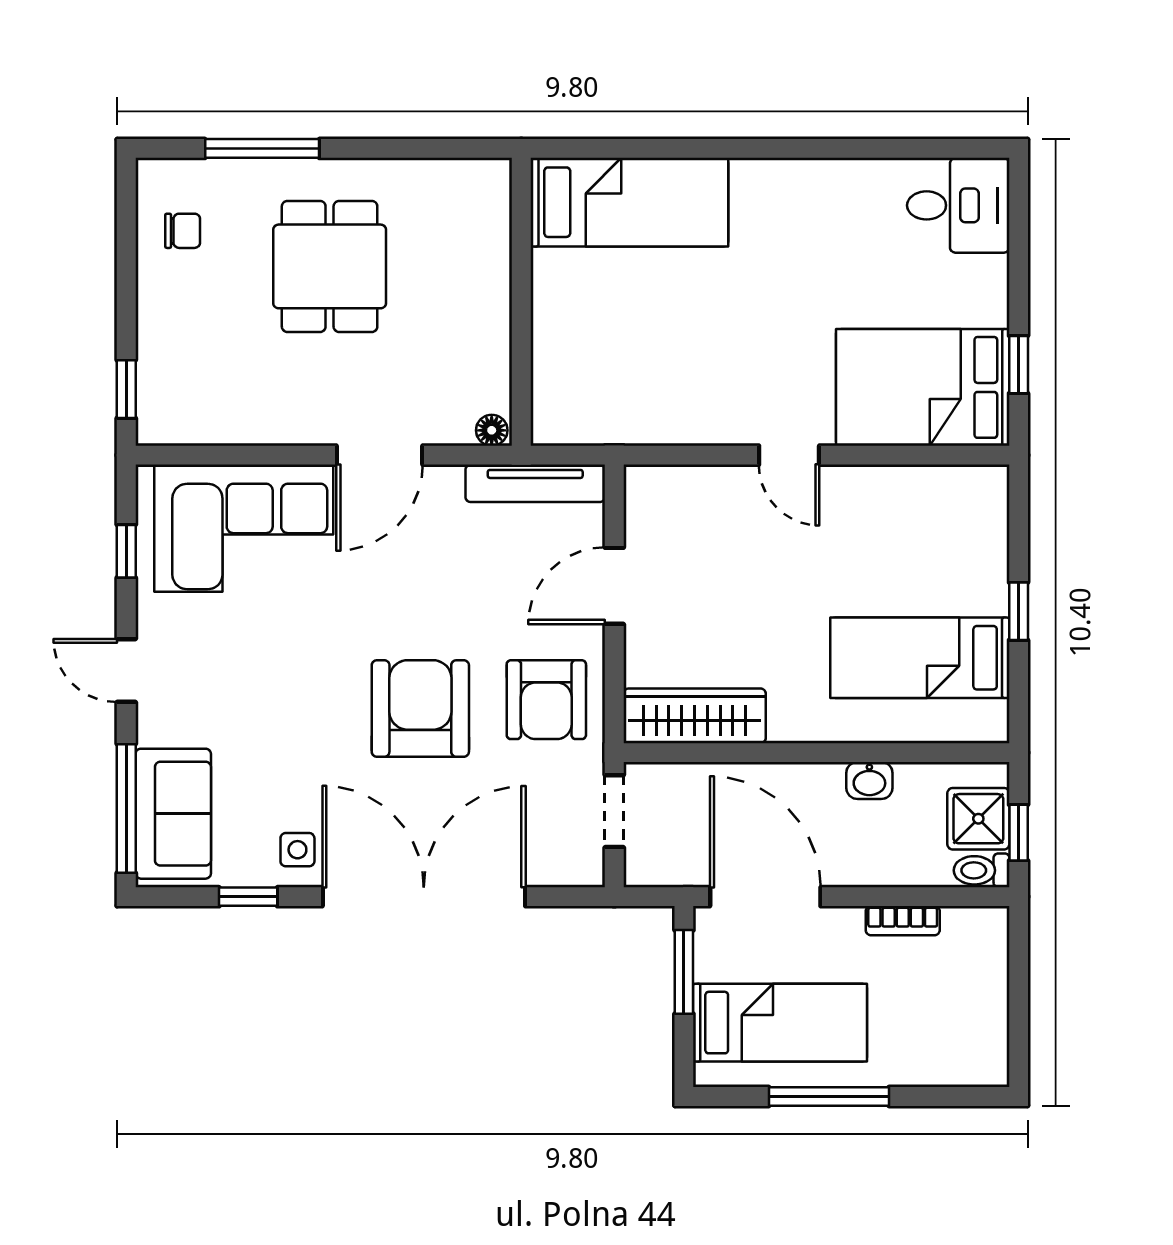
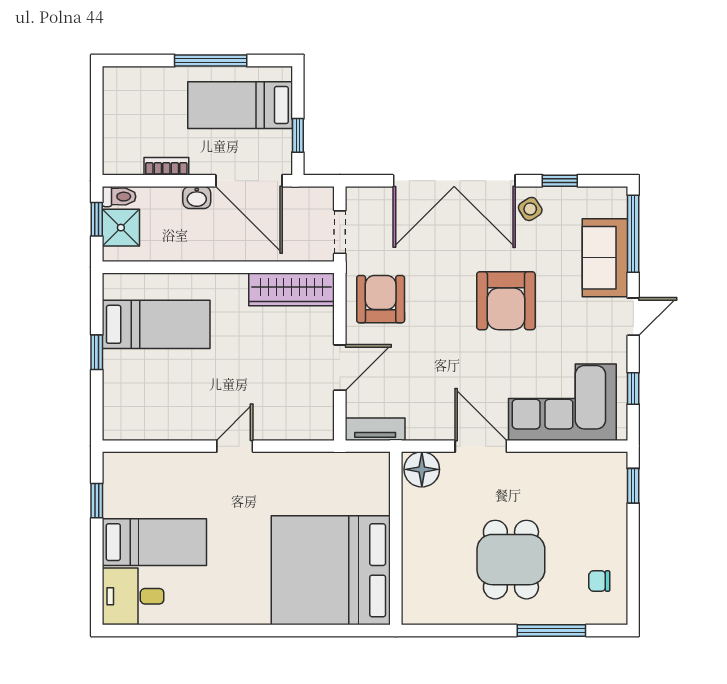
bed: (629, 202) -> (331, 570), width x2.04
bed: (923, 387) -> (154, 542), moved, width x0.67
floor lamp: (492, 430) -> (422, 469), width x1.89, depth x1.89
door: (379, 455) -> (481, 446), hinge flipped
door: (789, 455) -> (235, 446), hinge flipped
tv unit: (535, 483) -> (375, 429), width x0.71
door: (126, 670) -> (633, 317), hinge flipped
armchair: (420, 708) -> (506, 301), moved
washbasin: (869, 780) -> (197, 197), moved, turned 180
sofa: (173, 814) -> (605, 258), moved
side table: (297, 850) -> (530, 209), turned -33
window: (684, 972) -> (298, 135), width x0.67

